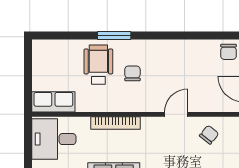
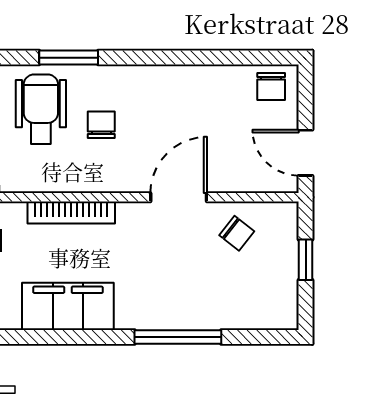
door: (176, 114) -> (179, 197), width x1.38
chair: (209, 135) -> (237, 233), turned 89

